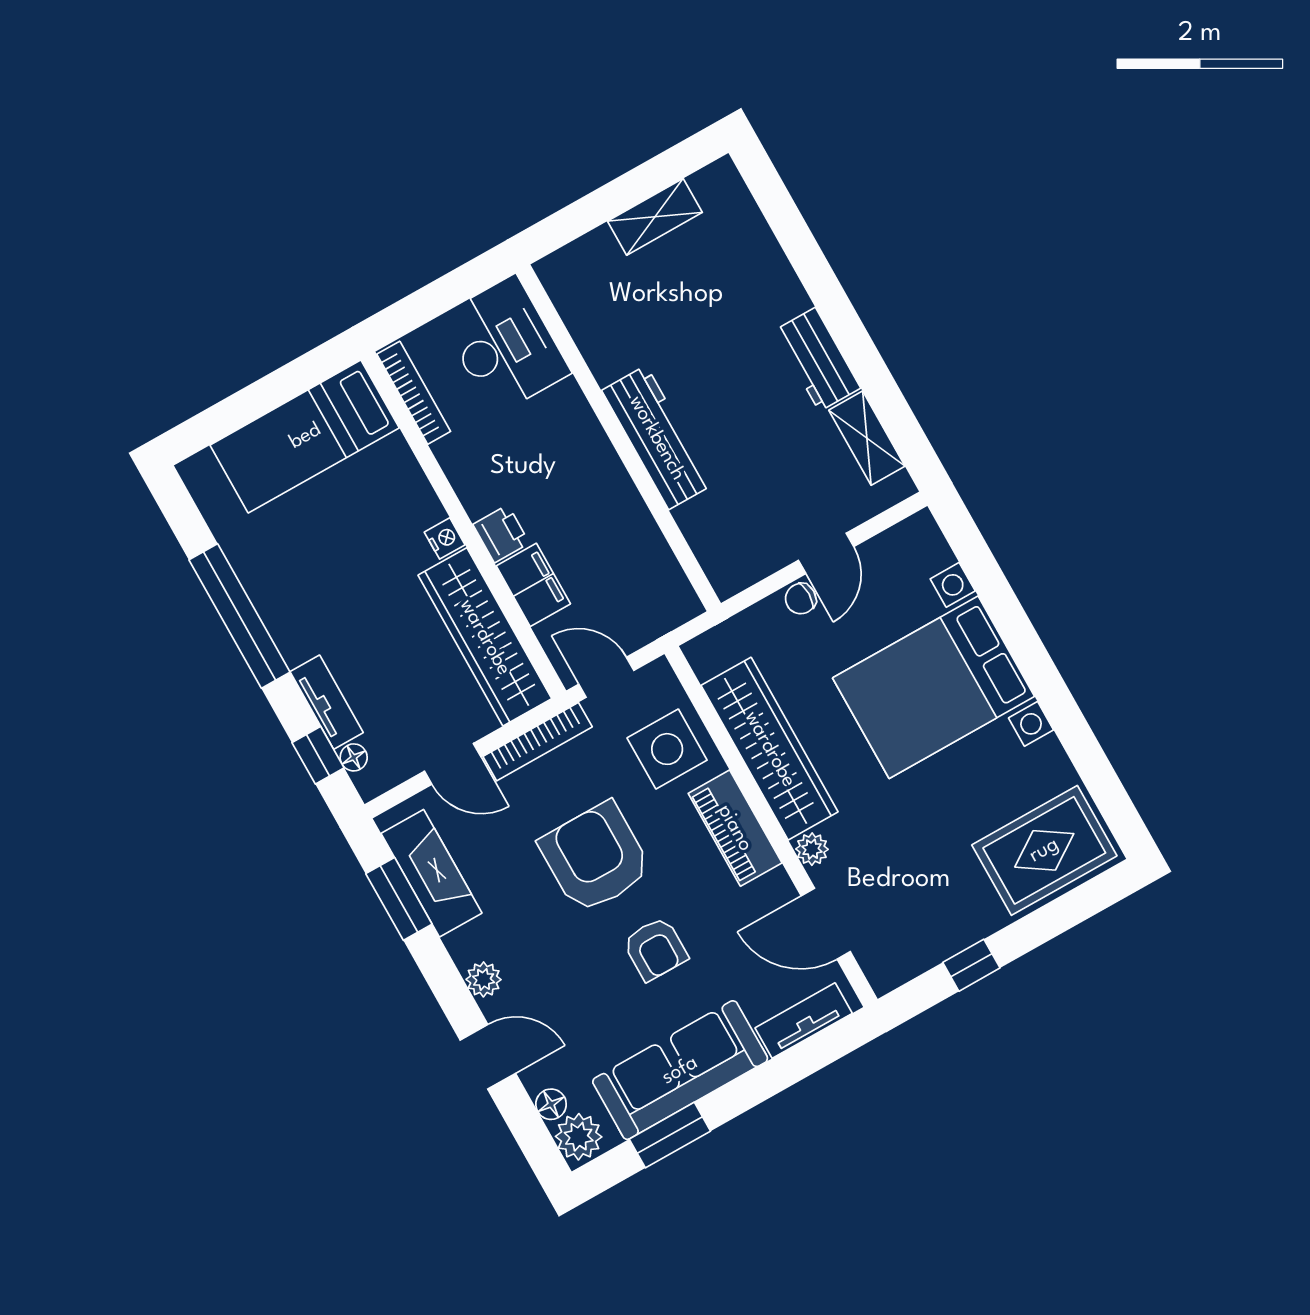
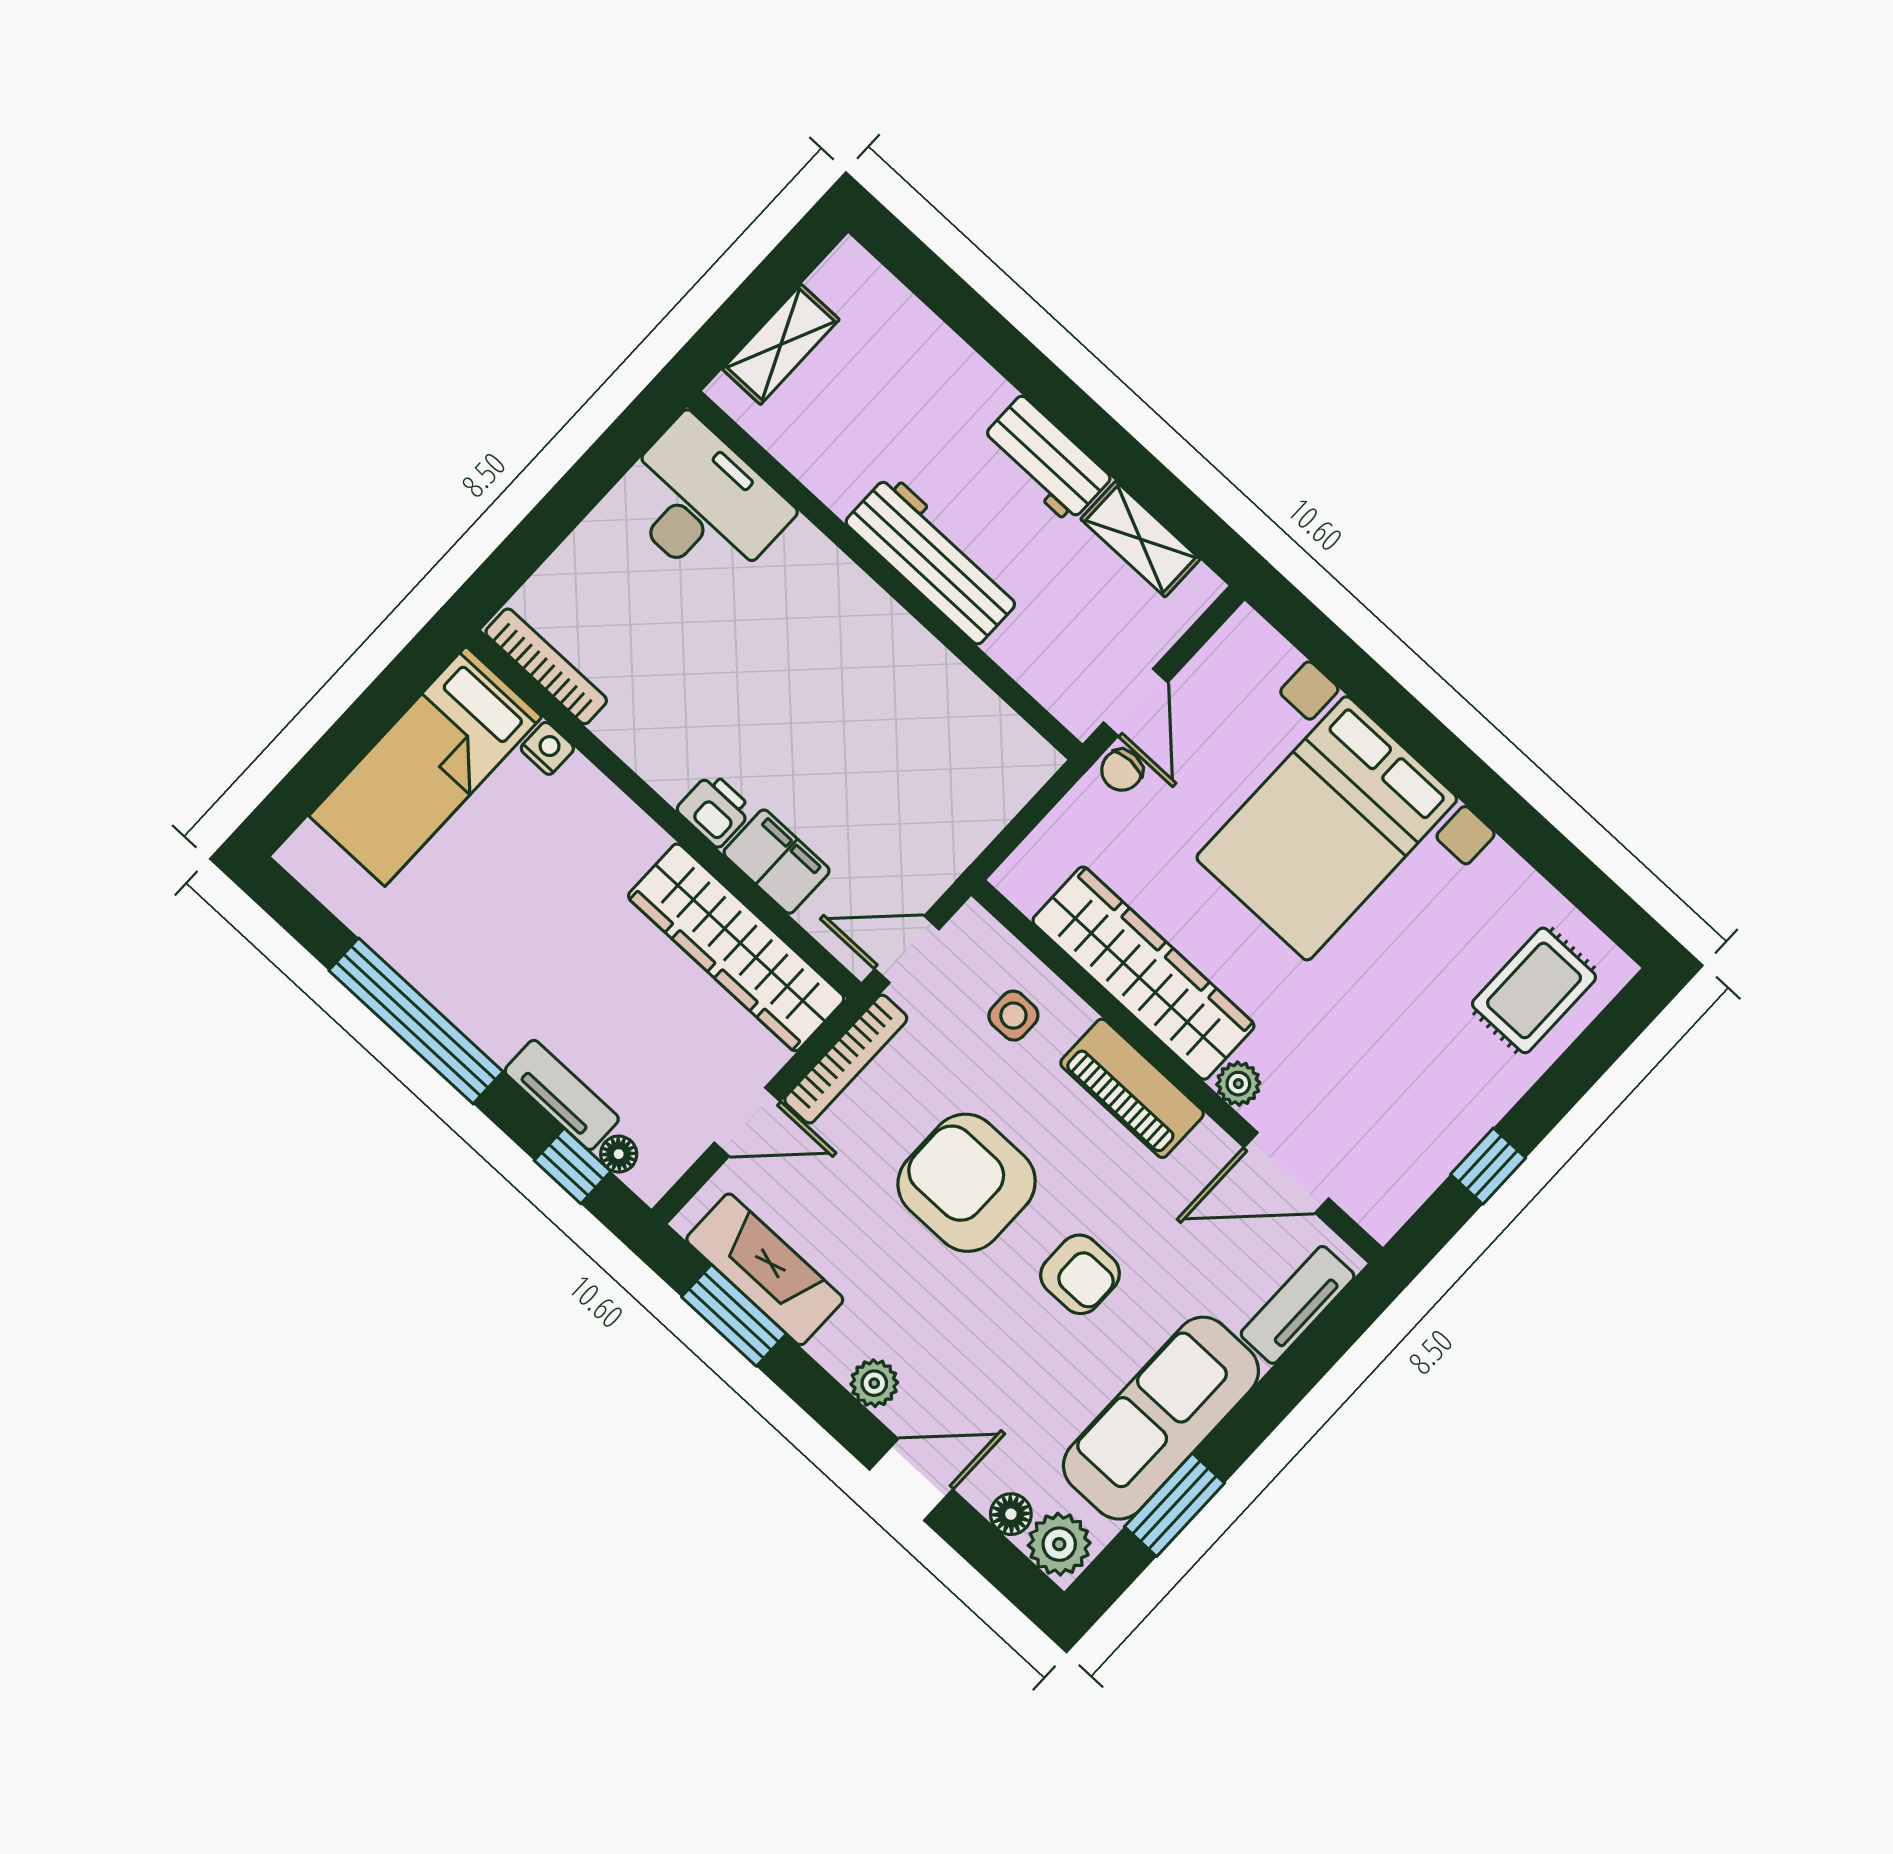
desk: (505, 345) -> (702, 504), moved
wall: (618, 438) -> (885, 575), moved
workbench: (657, 438) -> (934, 559), moved
nightstand: (445, 538) -> (547, 748), moved
side table: (667, 749) -> (1013, 1016), width x0.54, depth x0.54
rug: (1044, 850) -> (1534, 990), width x0.73, depth x0.70

